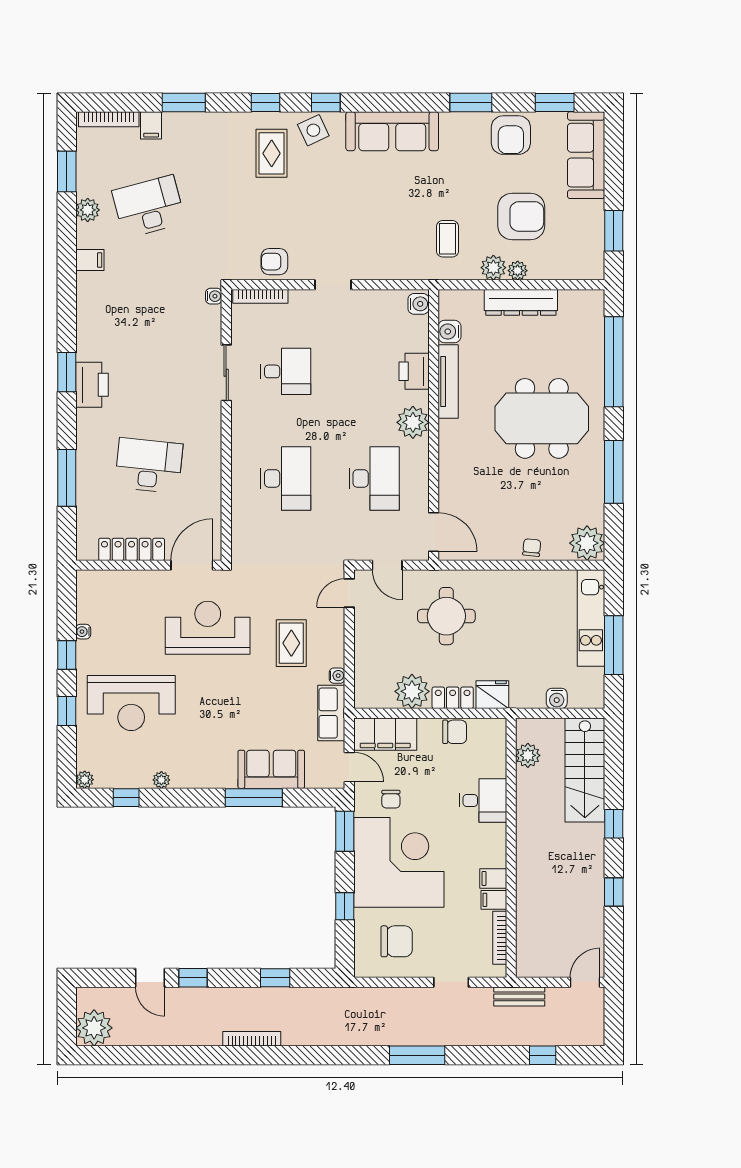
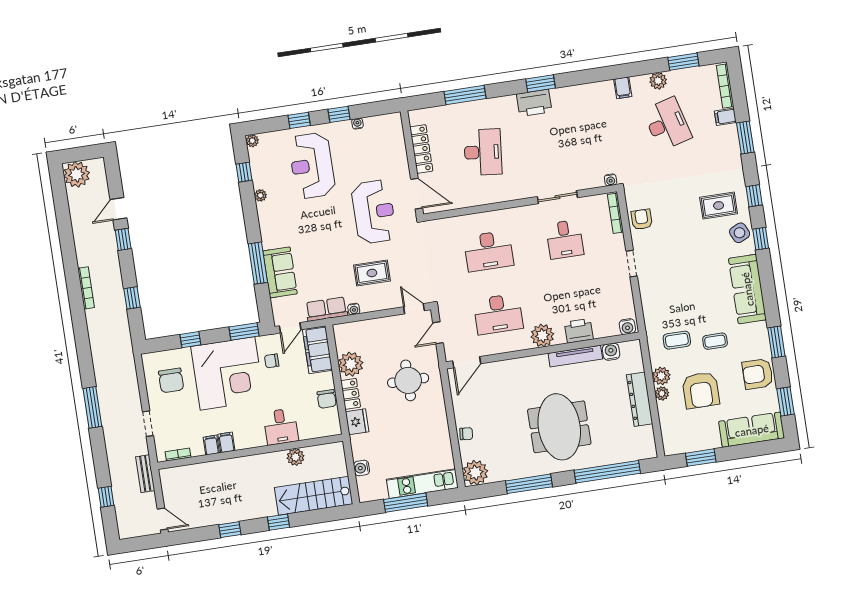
coffee table: (457, 187) -> (715, 341), added
plant: (528, 755) -> (296, 457), moved
bookcase: (500, 938) -> (178, 455), width x0.64

